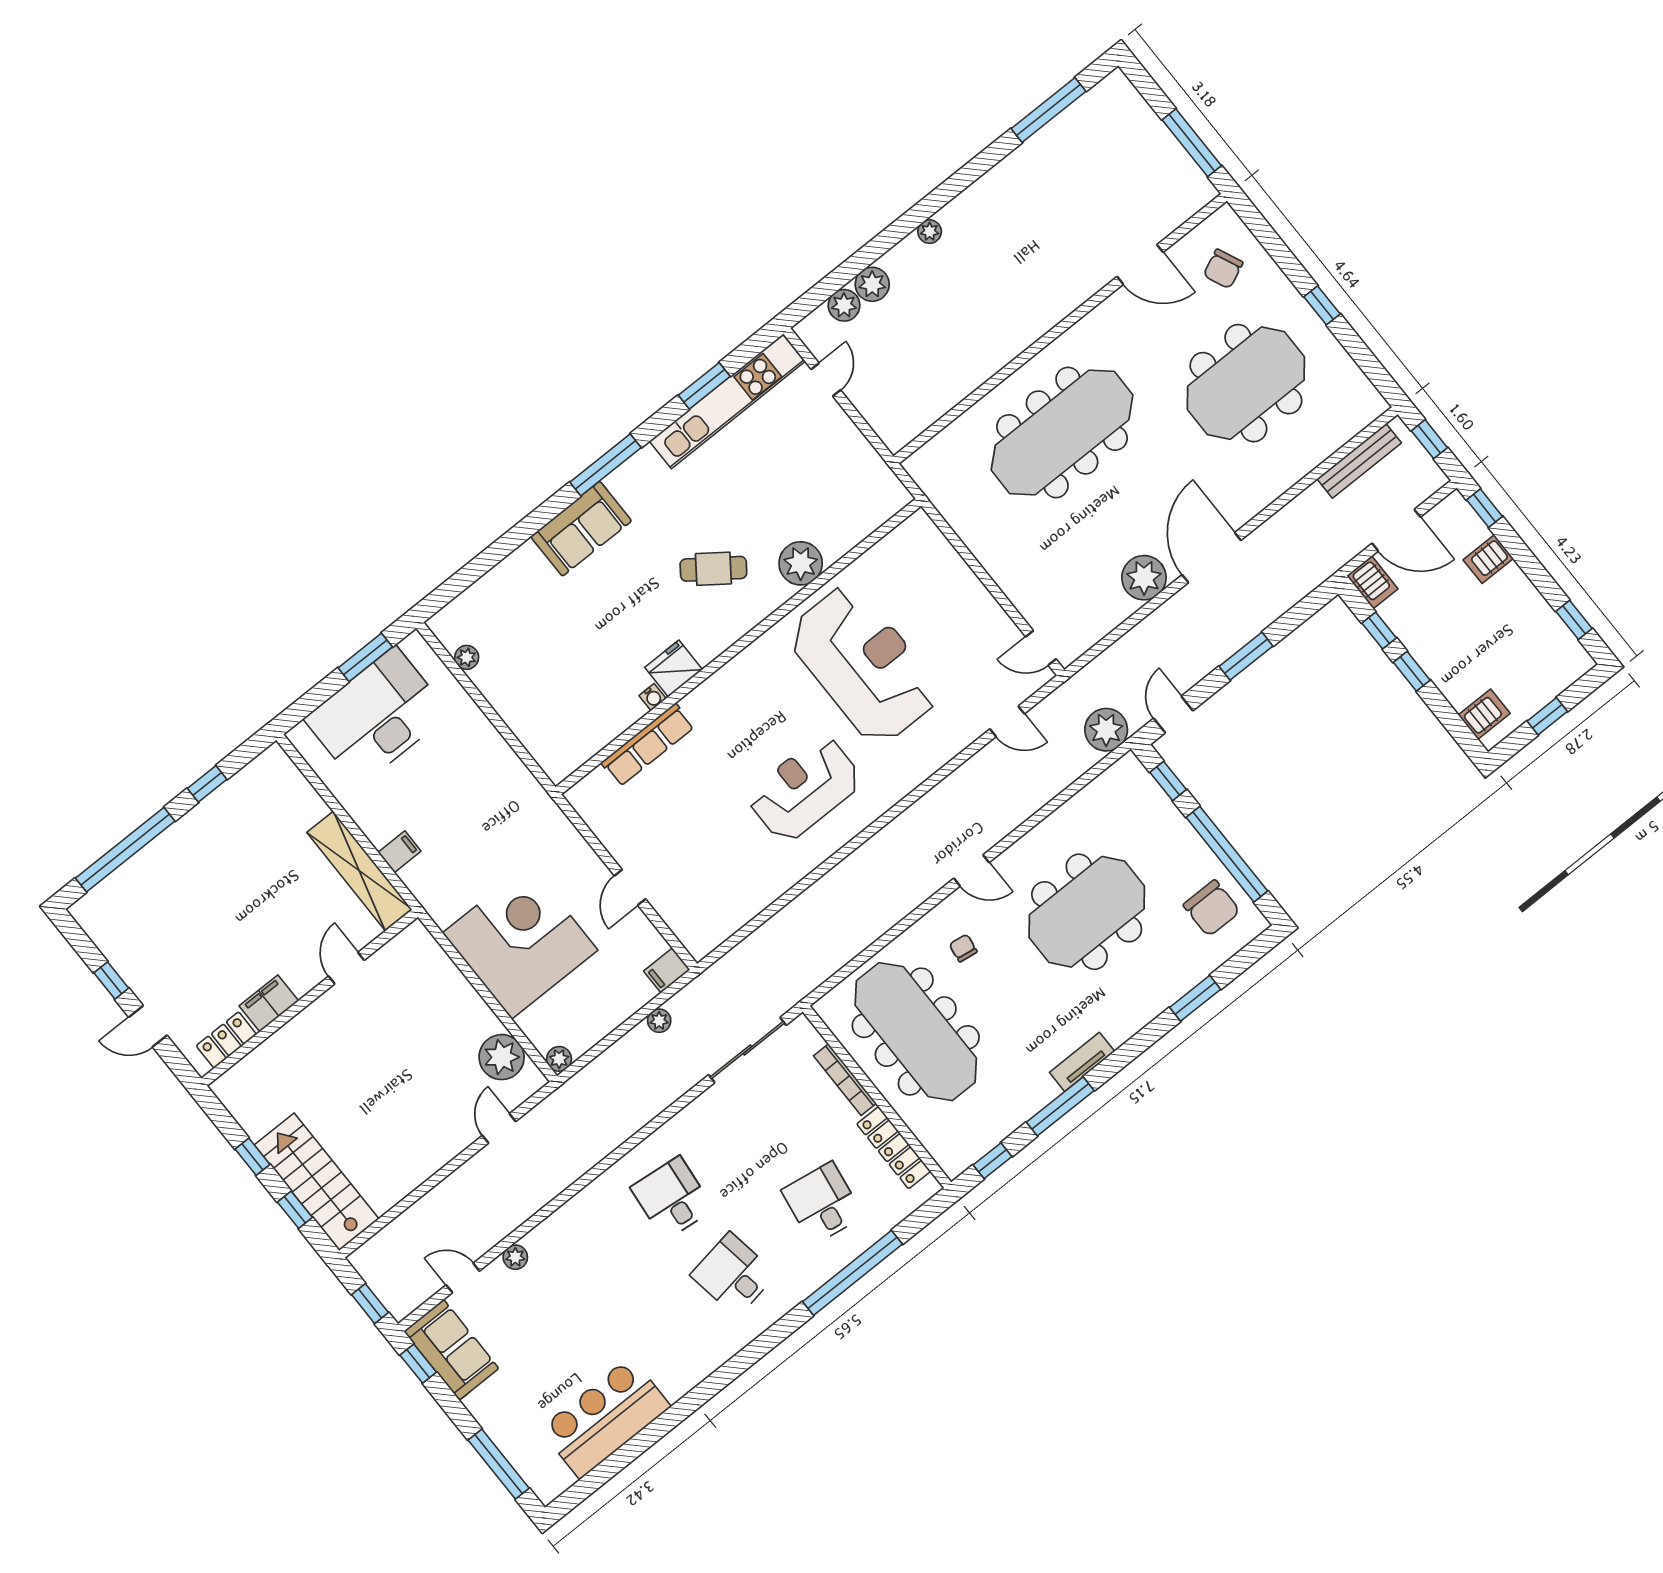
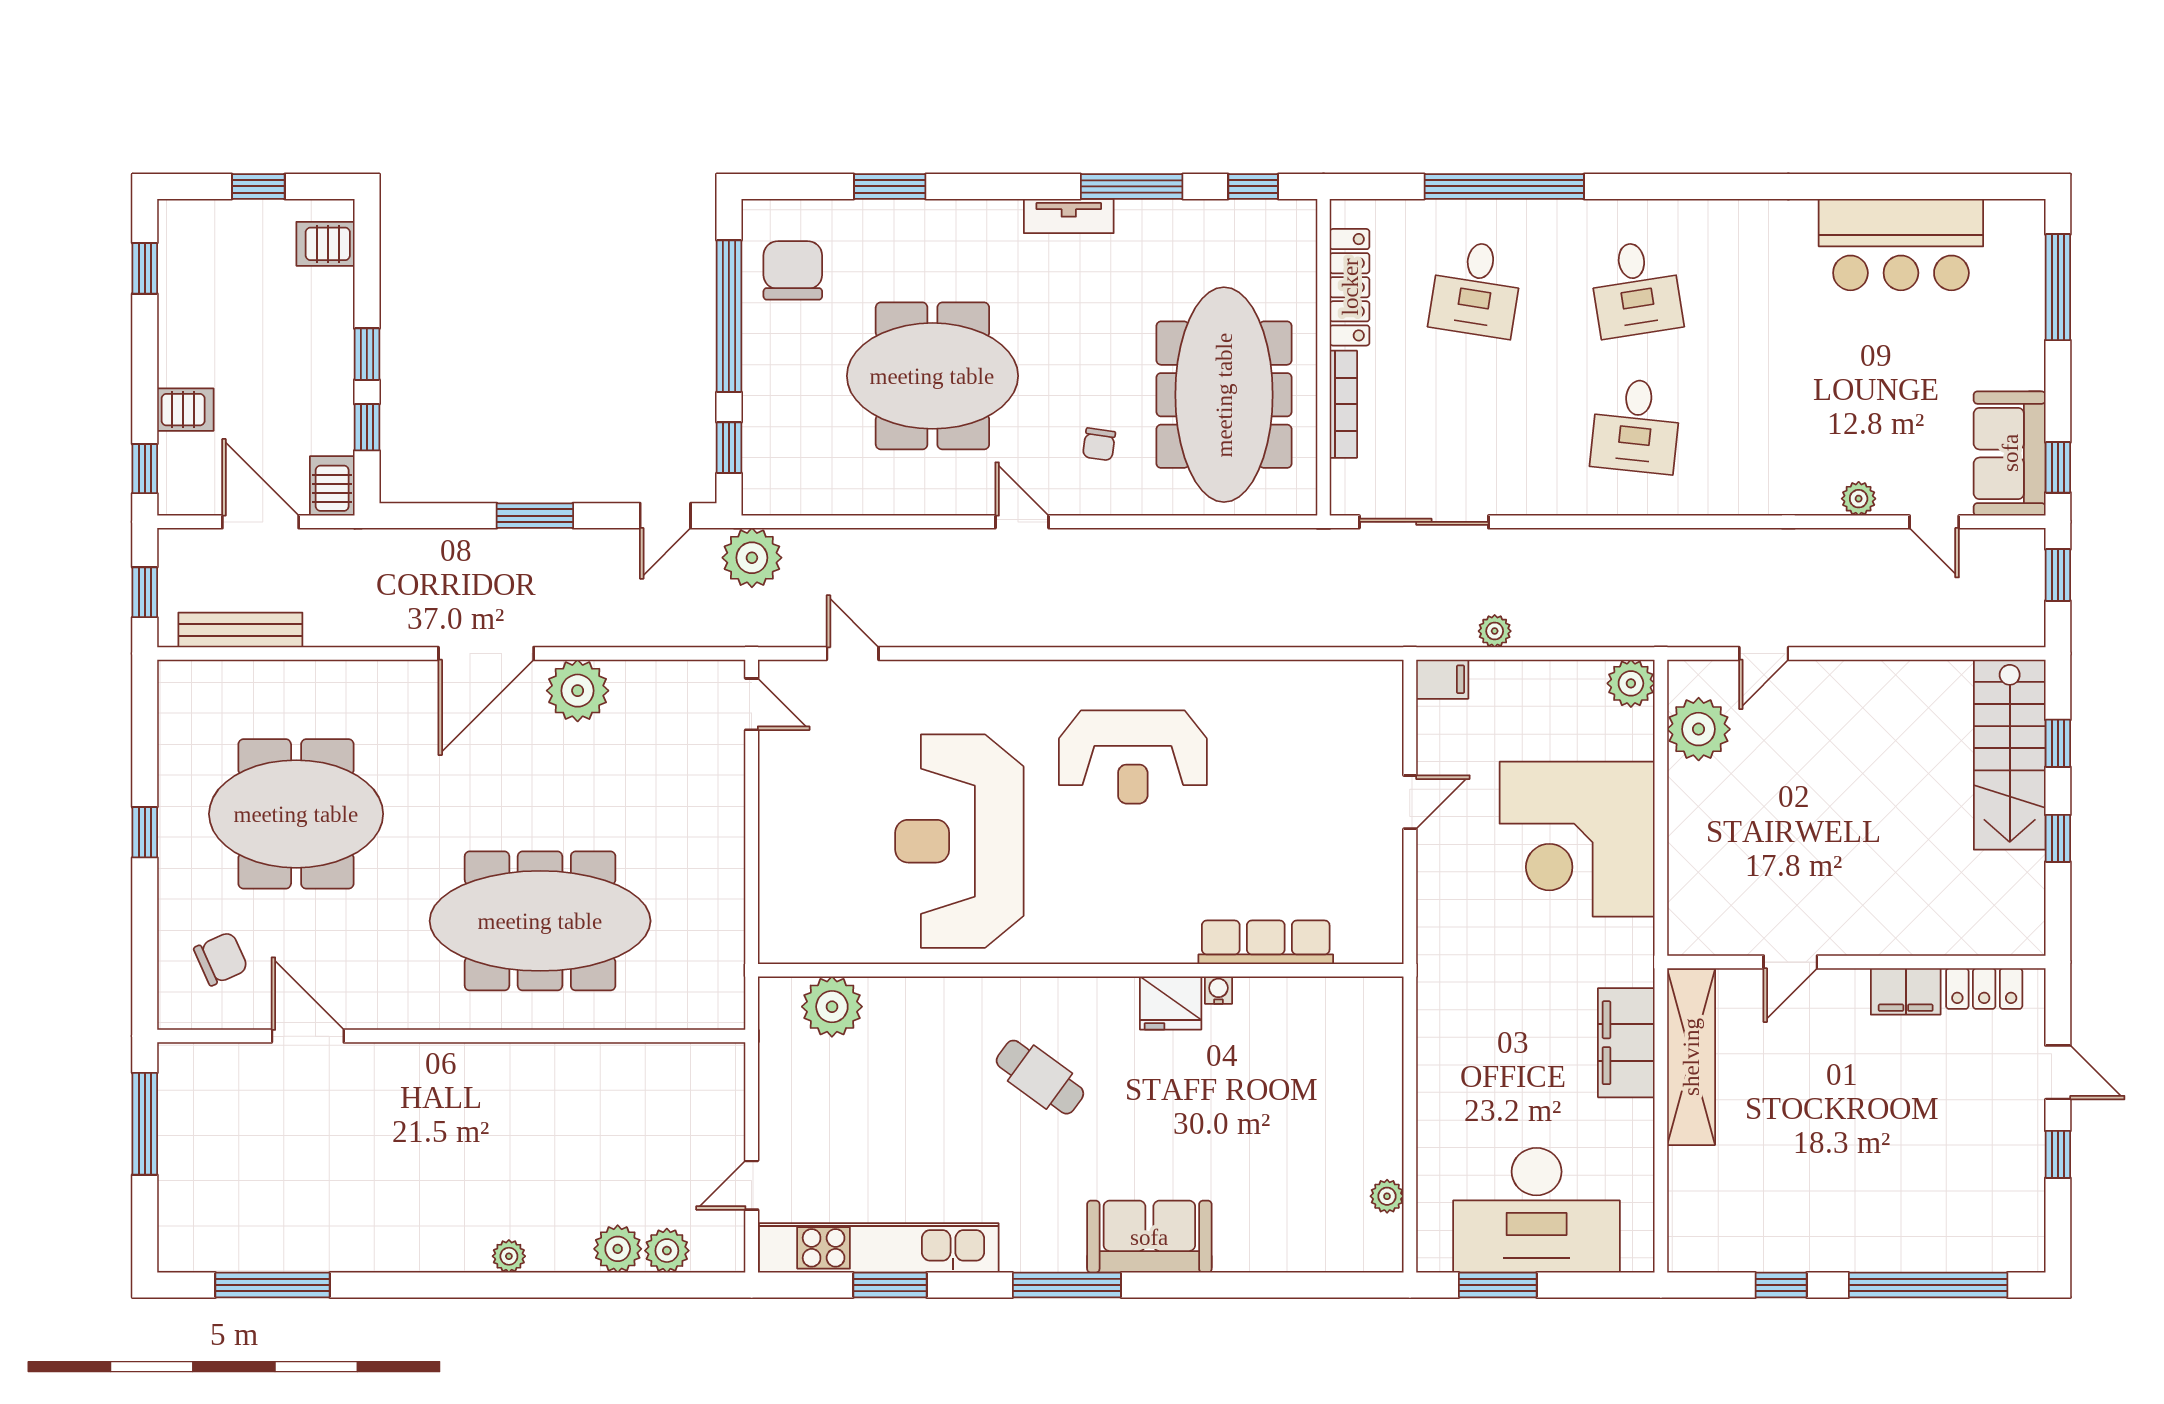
plant: (801, 563) -> (832, 1007), moved
filing cabinet: (399, 852) -> (1626, 1043), width x3.00, depth x1.17
plant: (559, 1059) -> (1631, 683), width x1.38, depth x1.38

